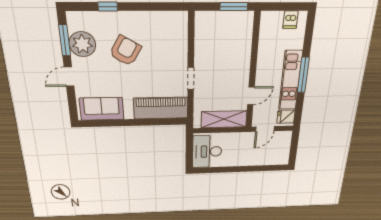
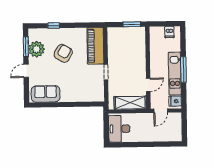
piano: (161, 108) -> (95, 46), moved, turned -90

